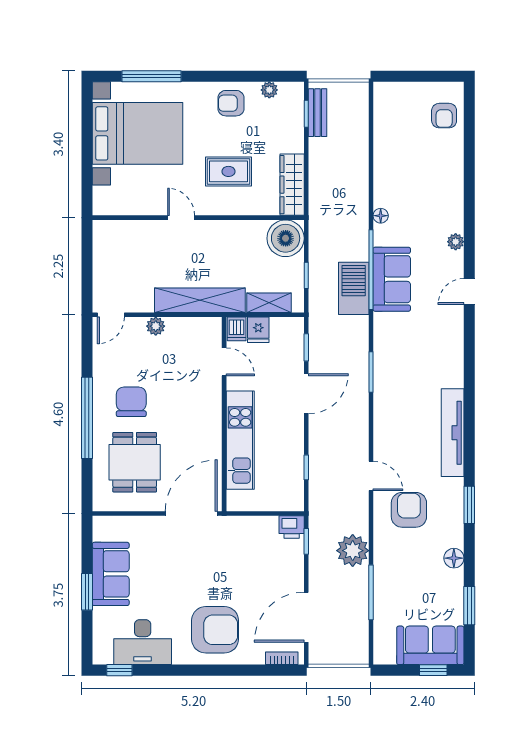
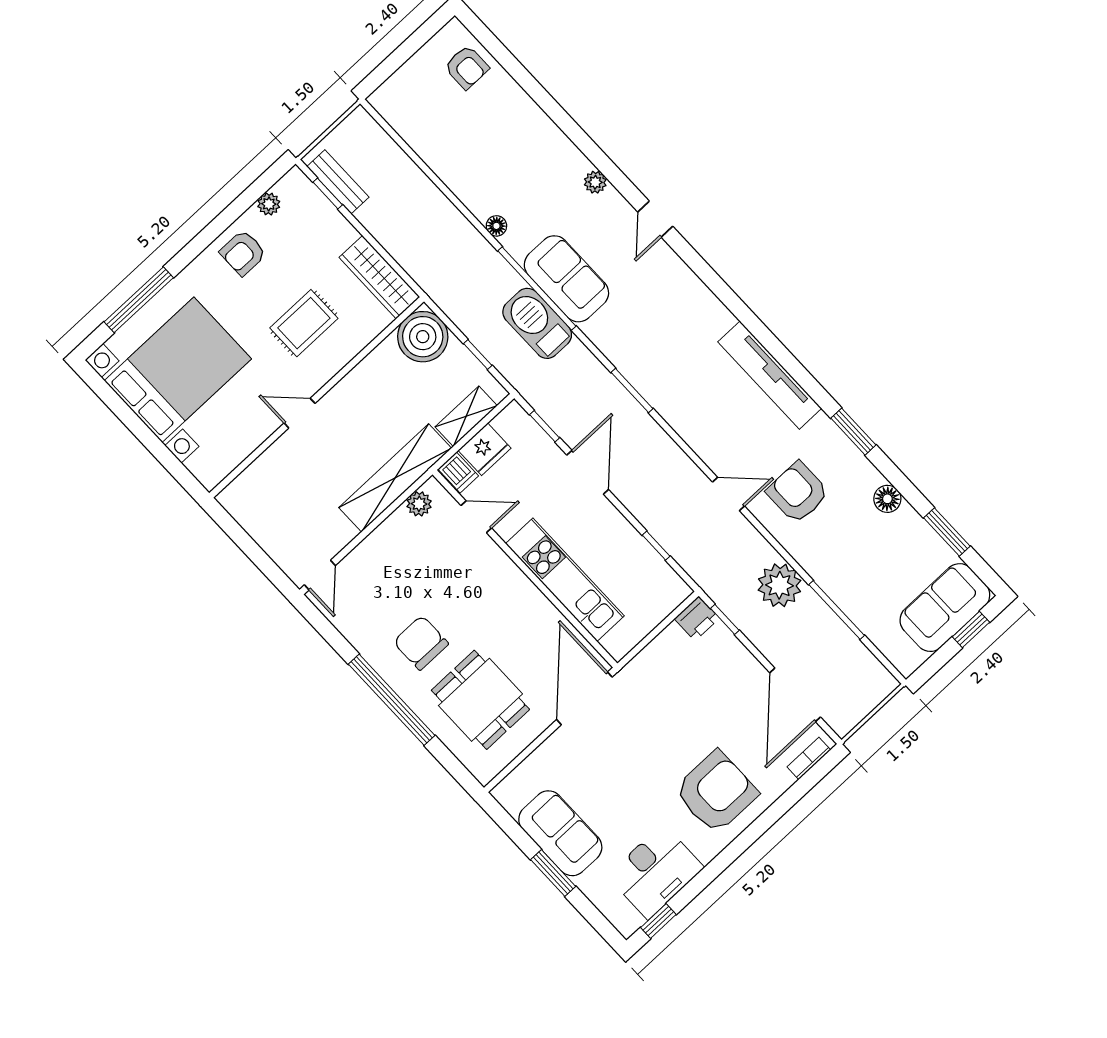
plant: (156, 326) -> (419, 504), moved
fridge: (258, 330) -> (485, 449), width x1.38

